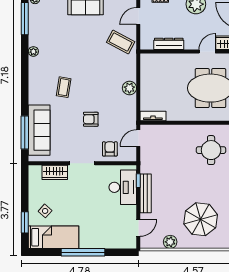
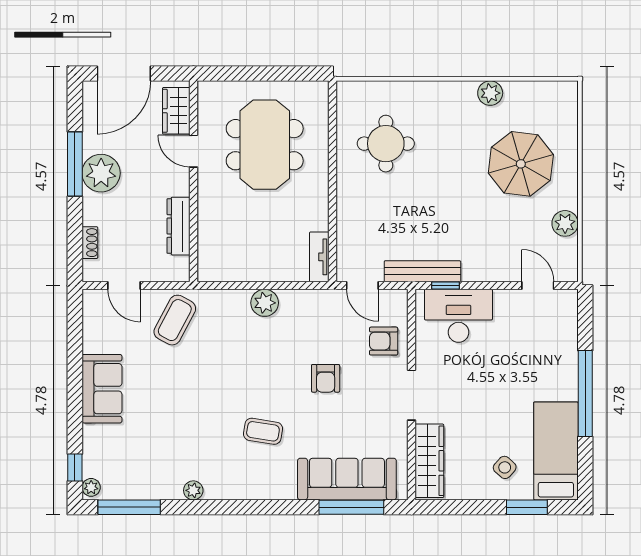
wardrobe: (55, 172) -> (429, 461), width x1.50
bench: (146, 193) -> (422, 271), moved

